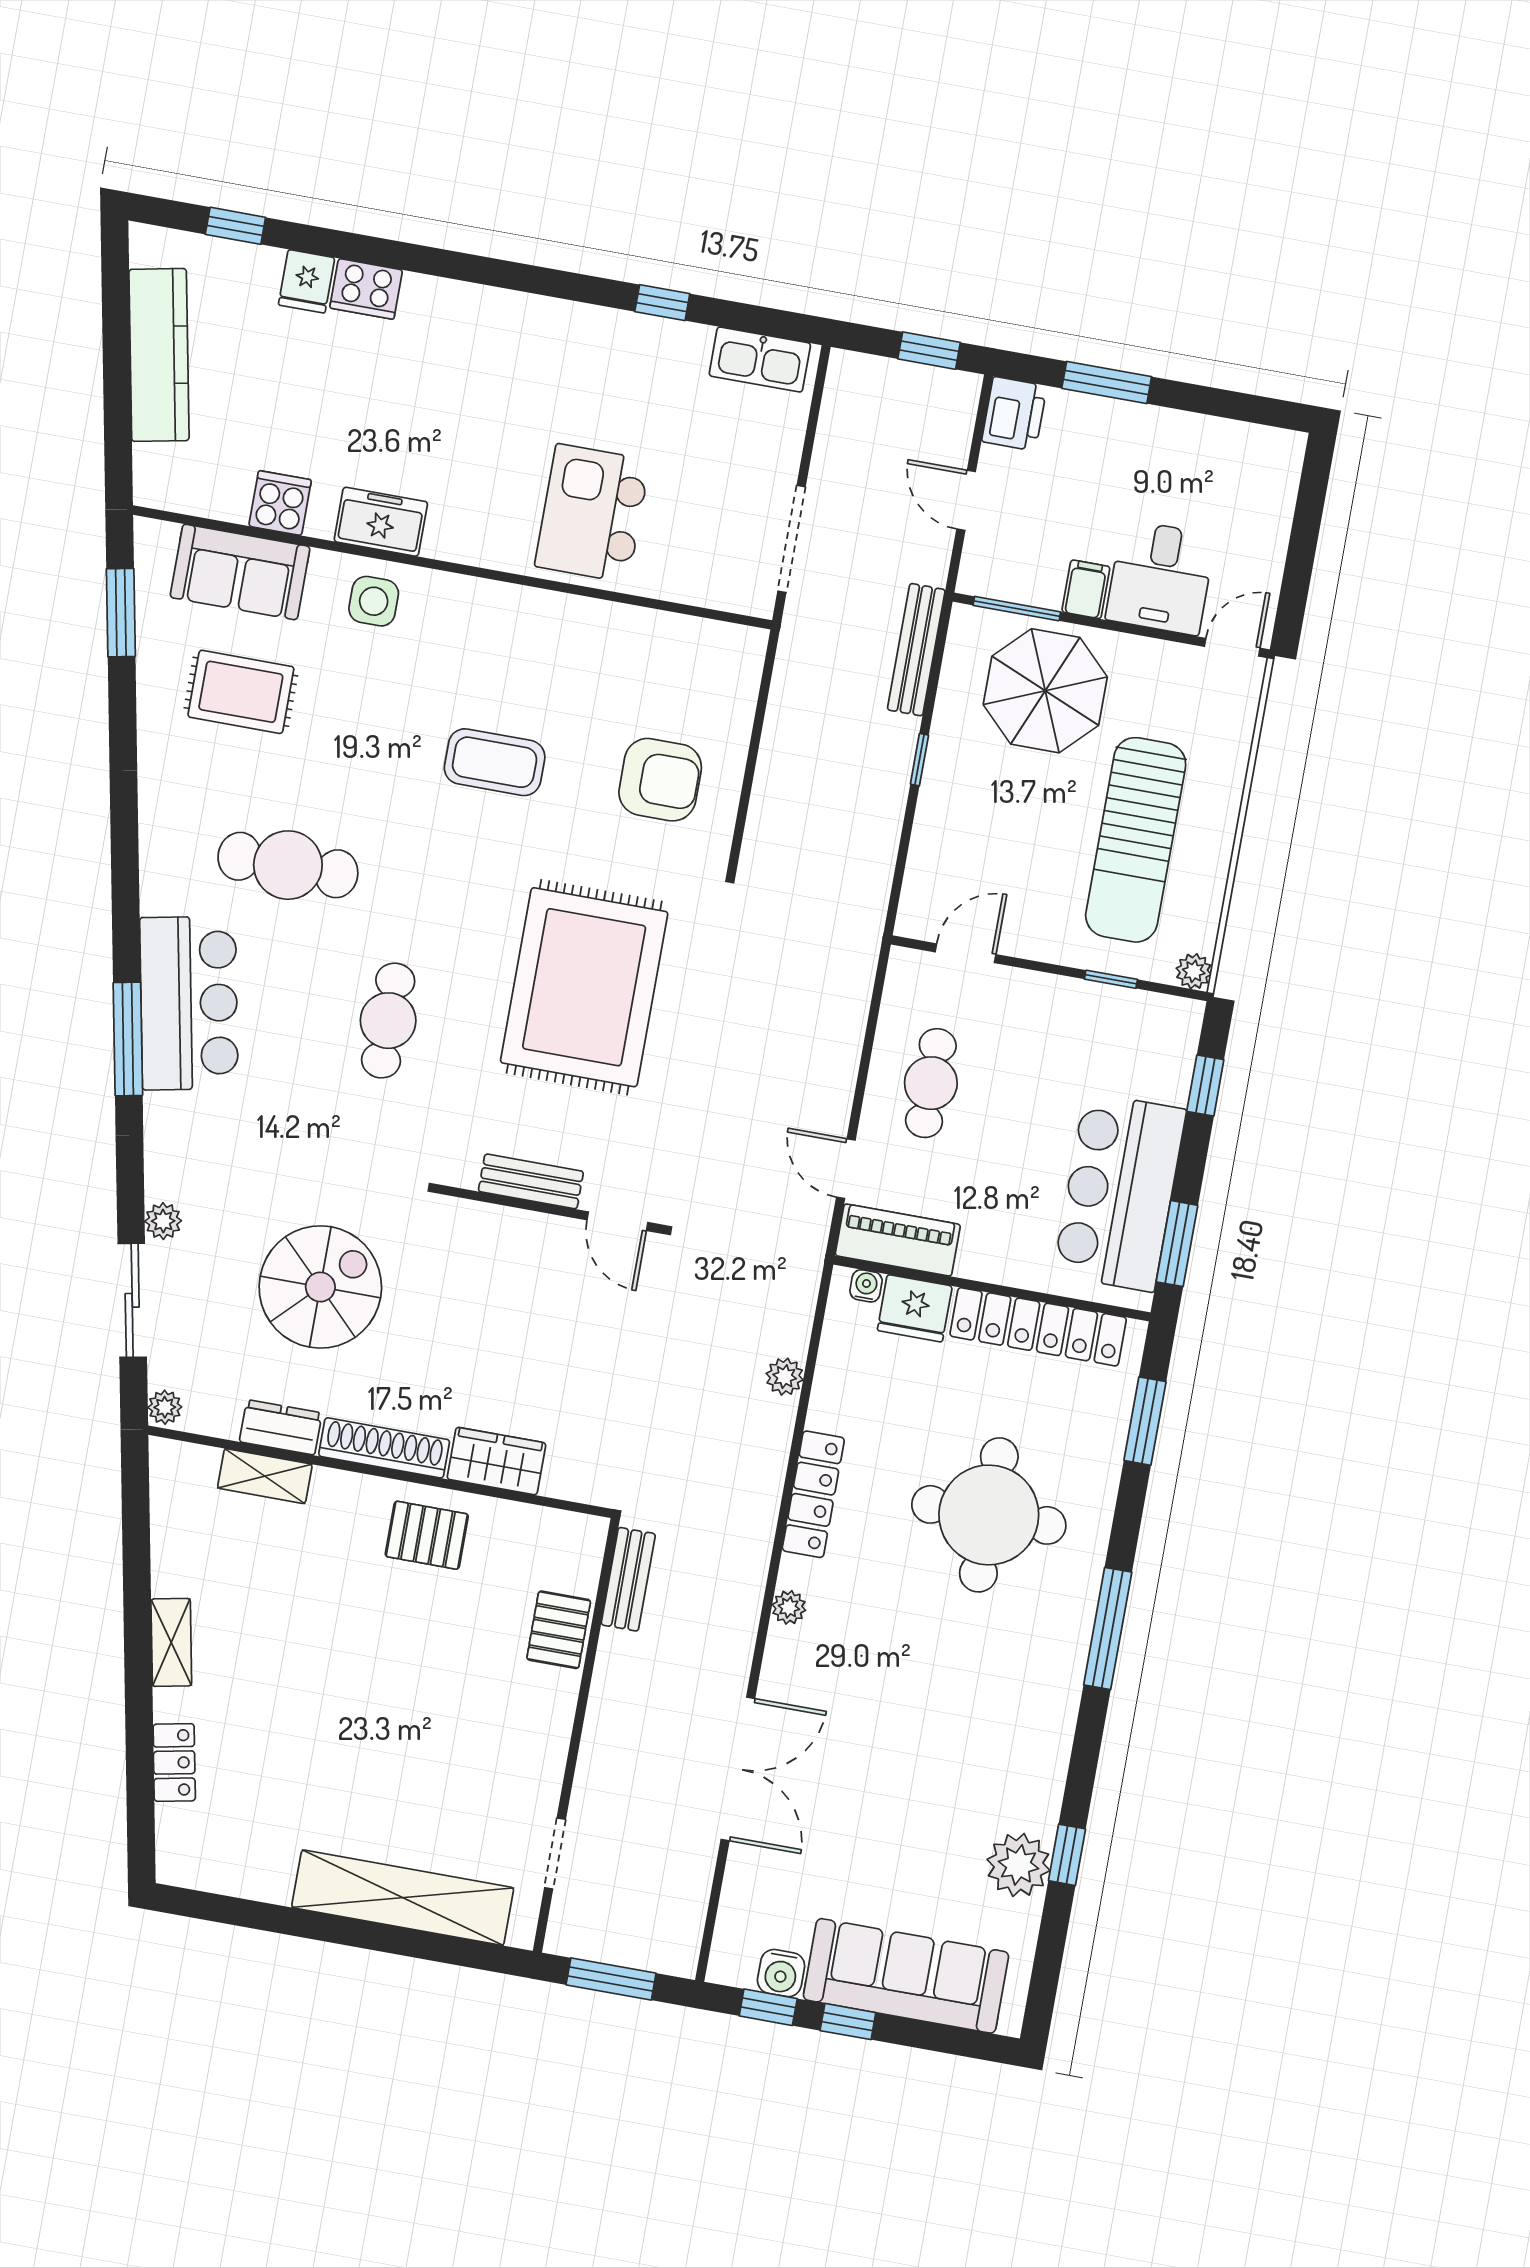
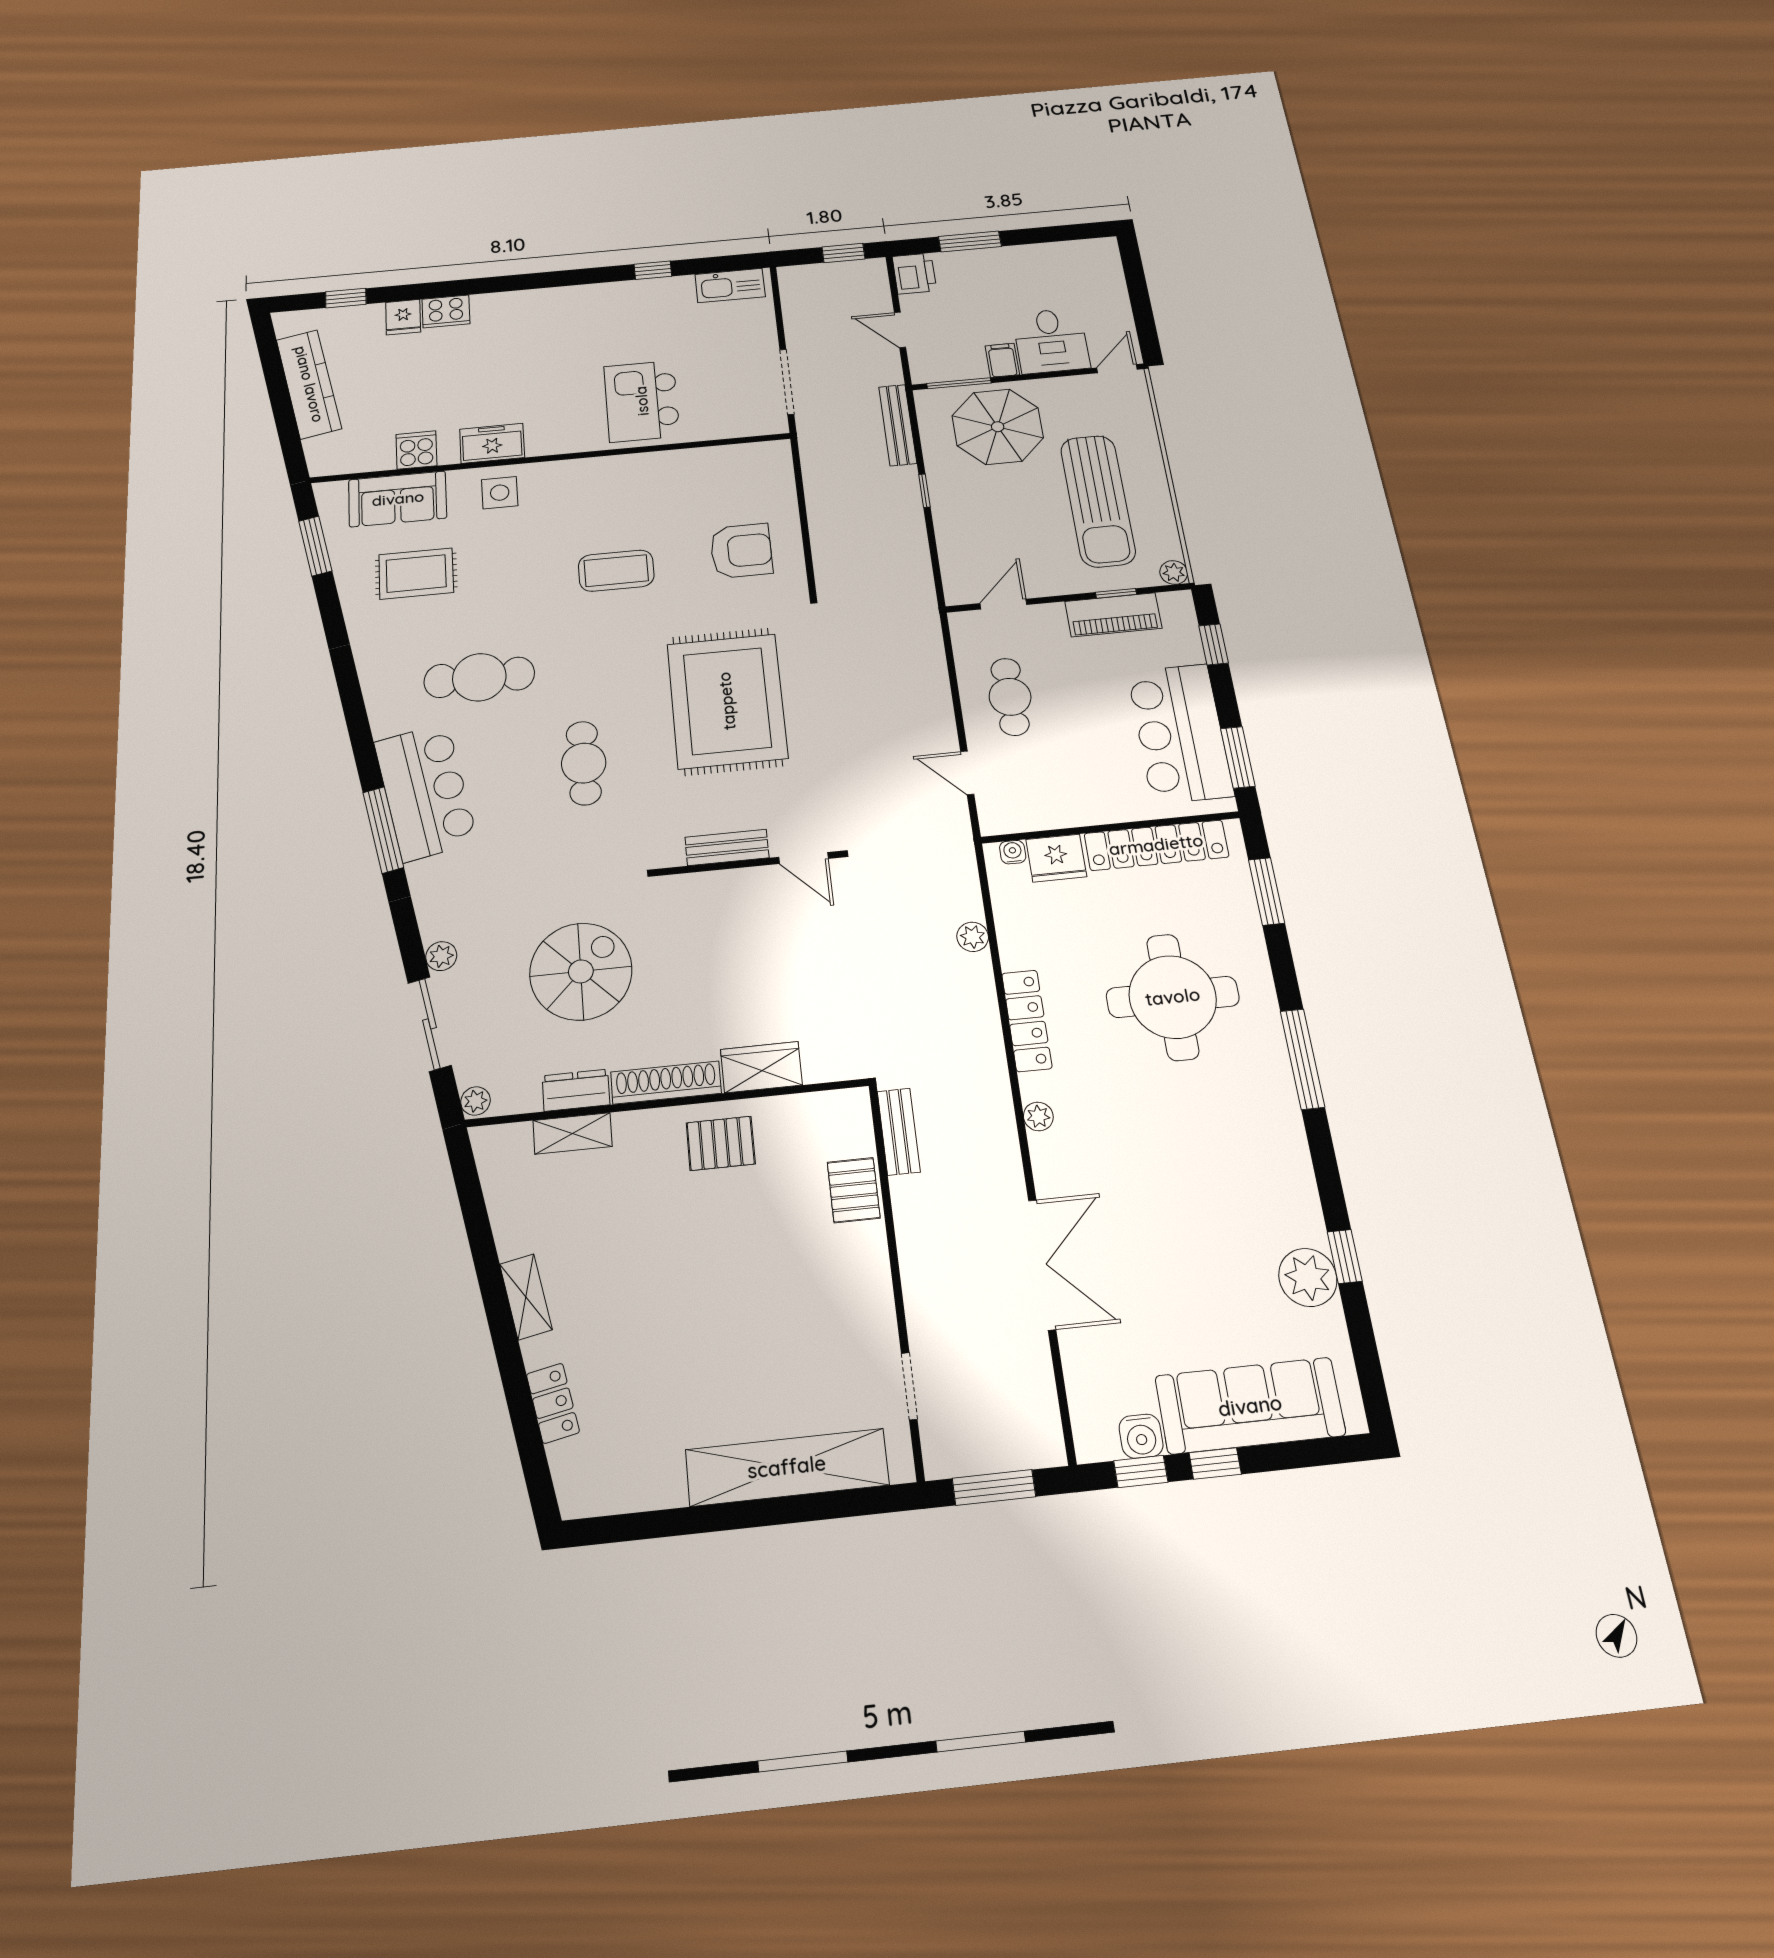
piano: (898, 1240) -> (1113, 615), moved, turned 180

